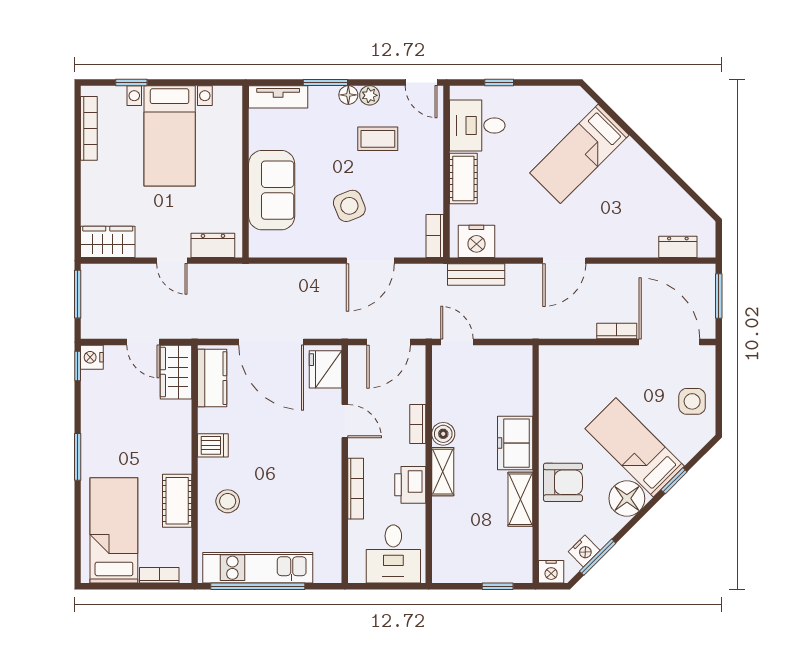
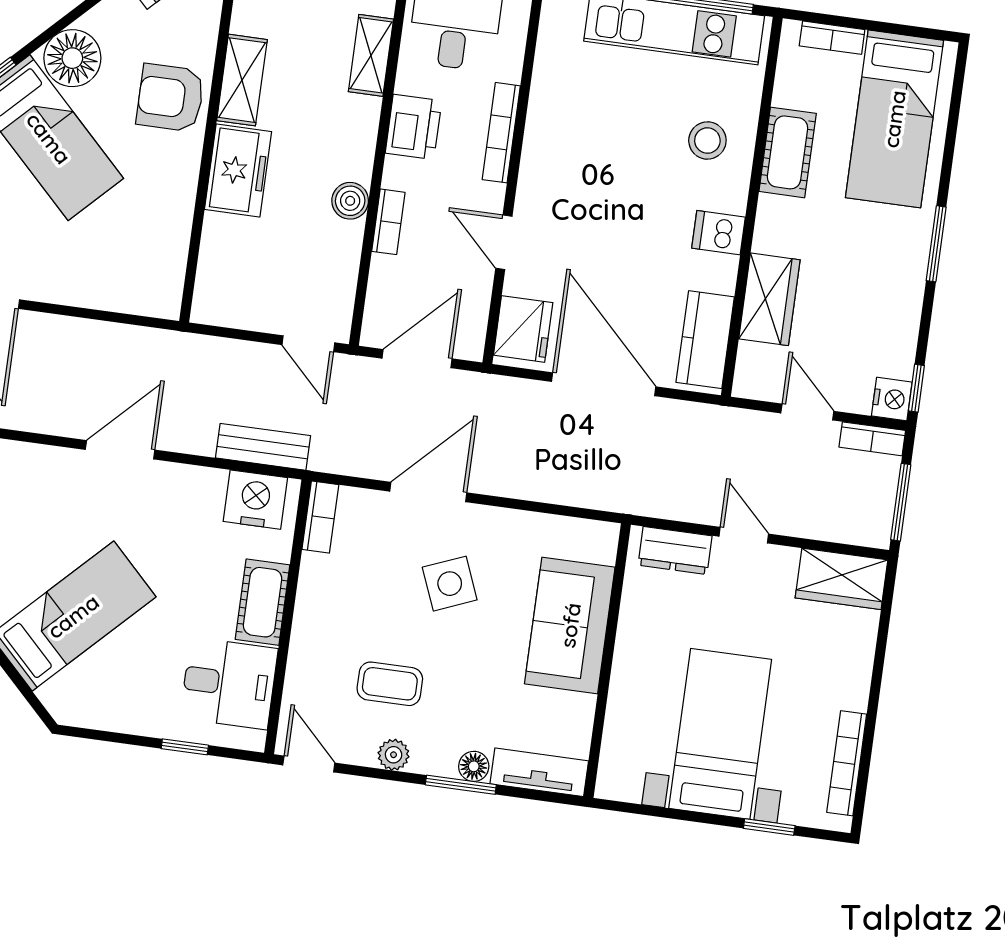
floor lamp: (348, 95) -> (474, 766), moved
bookcase: (617, 331) -> (872, 439), moved
wardrobe: (176, 372) -> (769, 299), moved
shelving: (443, 472) -> (371, 55), moved

